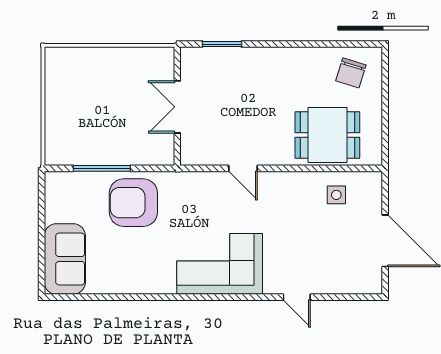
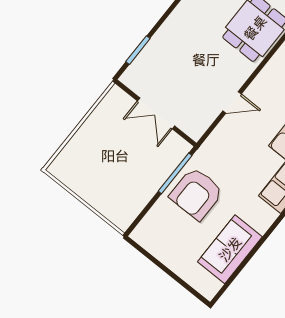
window: (102, 168) -> (175, 173), moved
sofa: (65, 259) -> (230, 249), moved, turned -90

